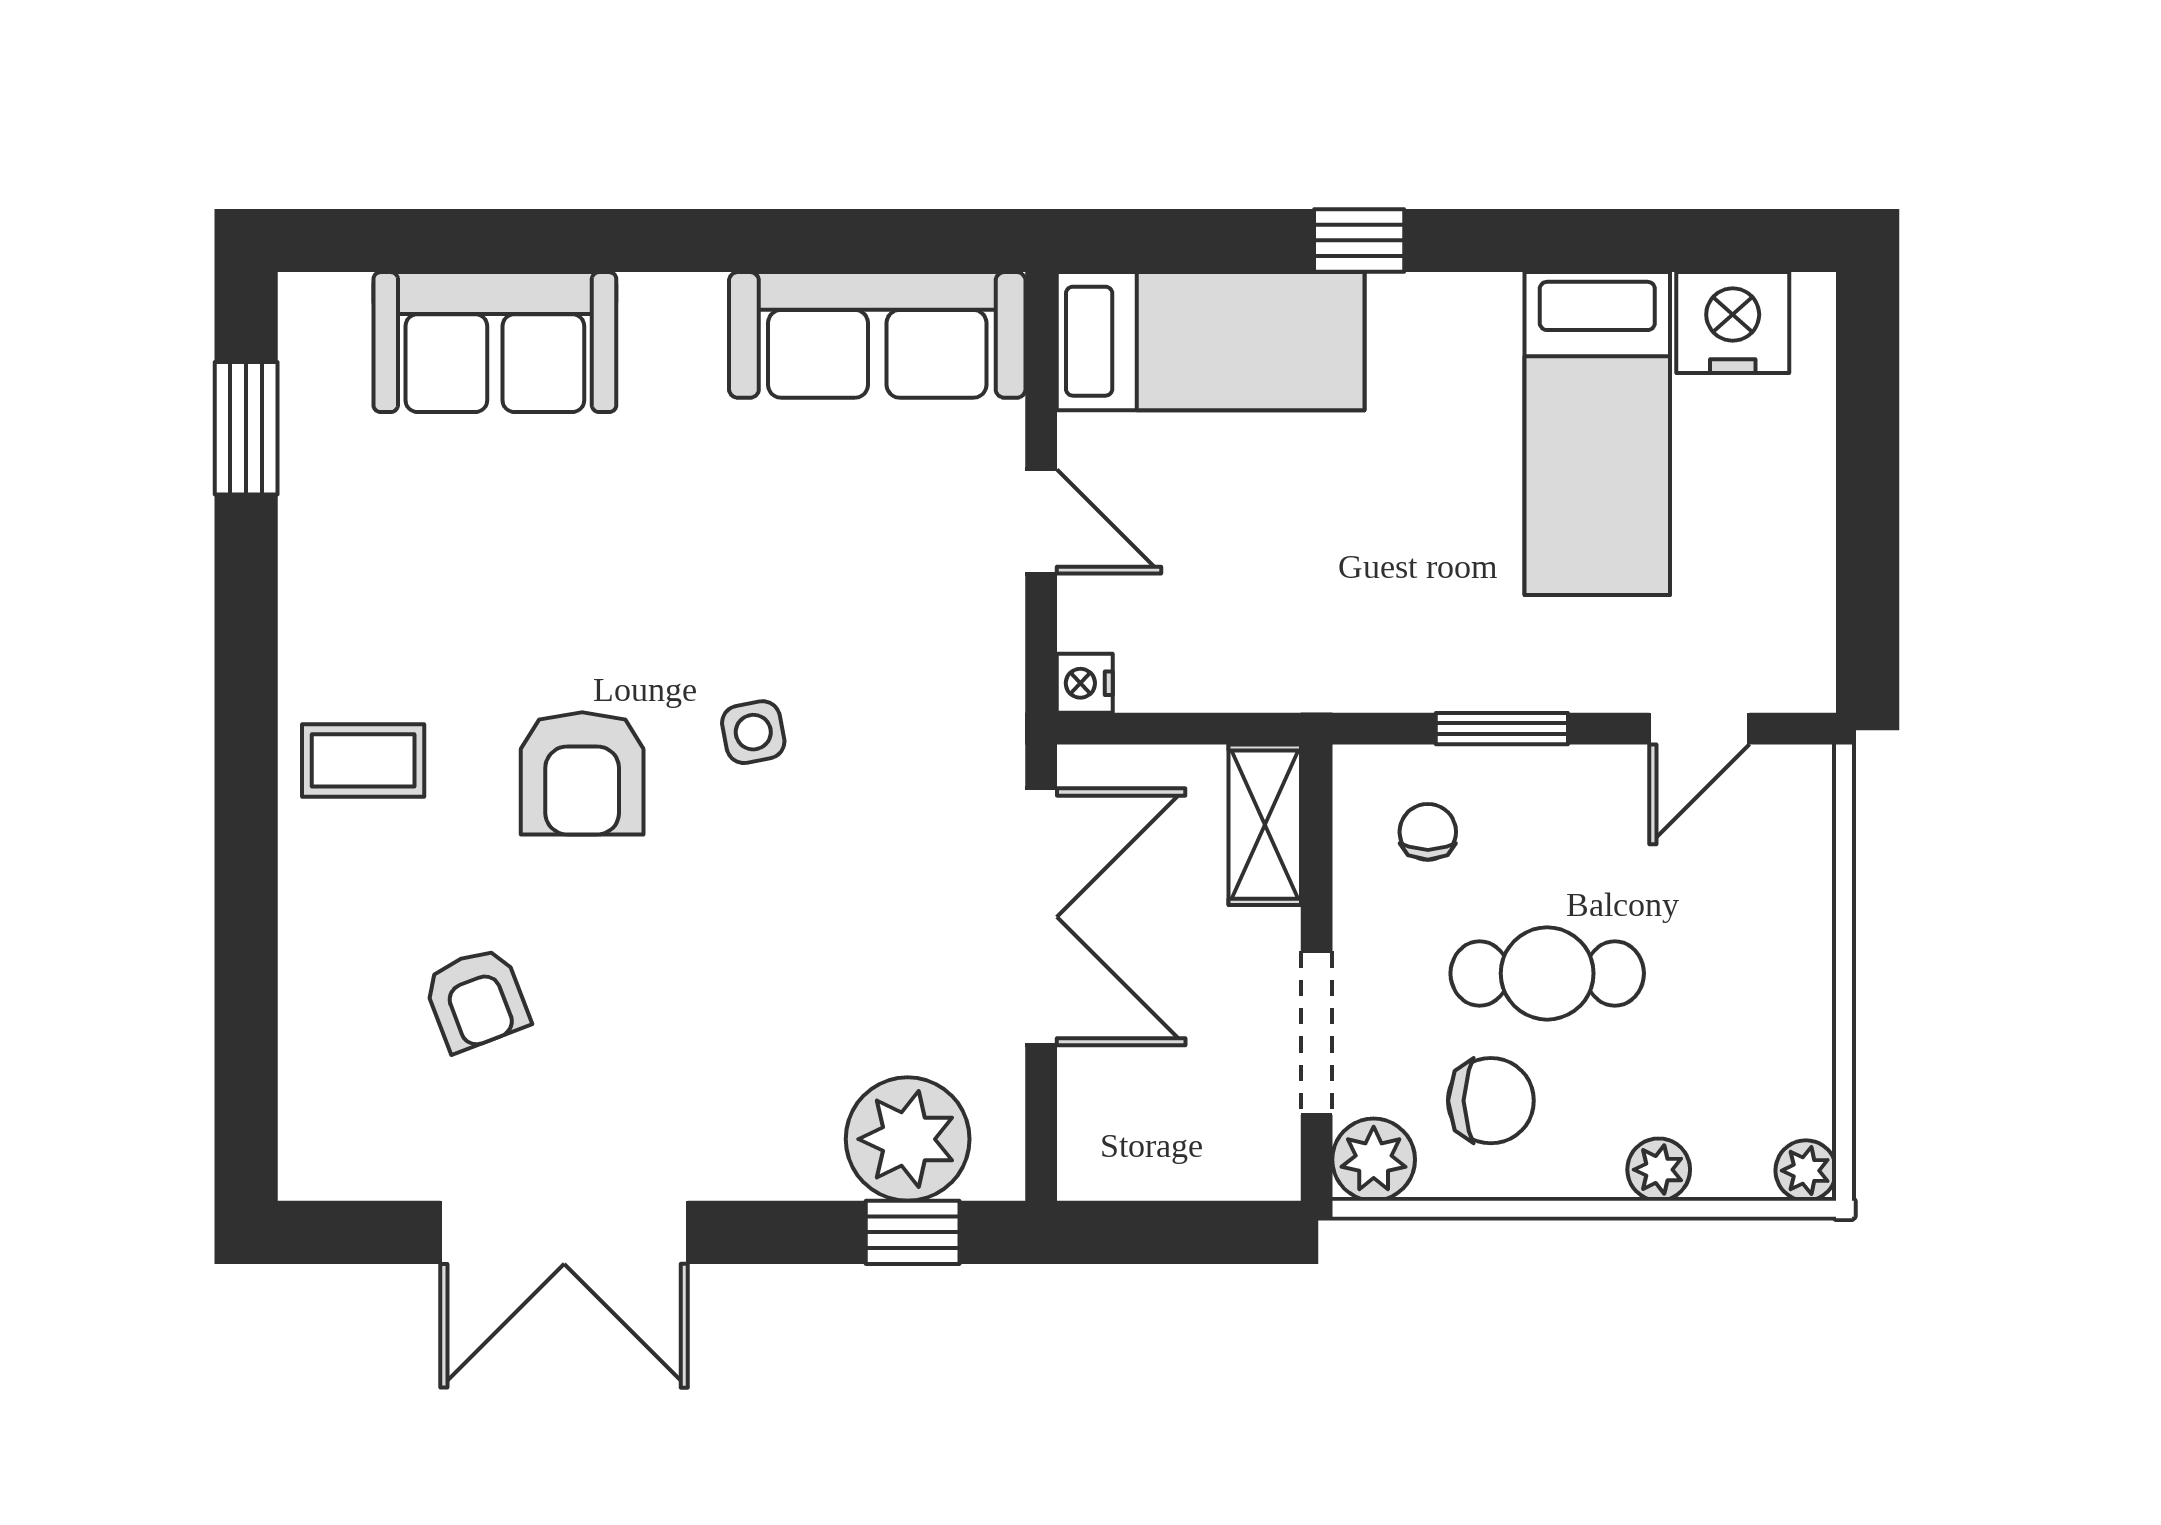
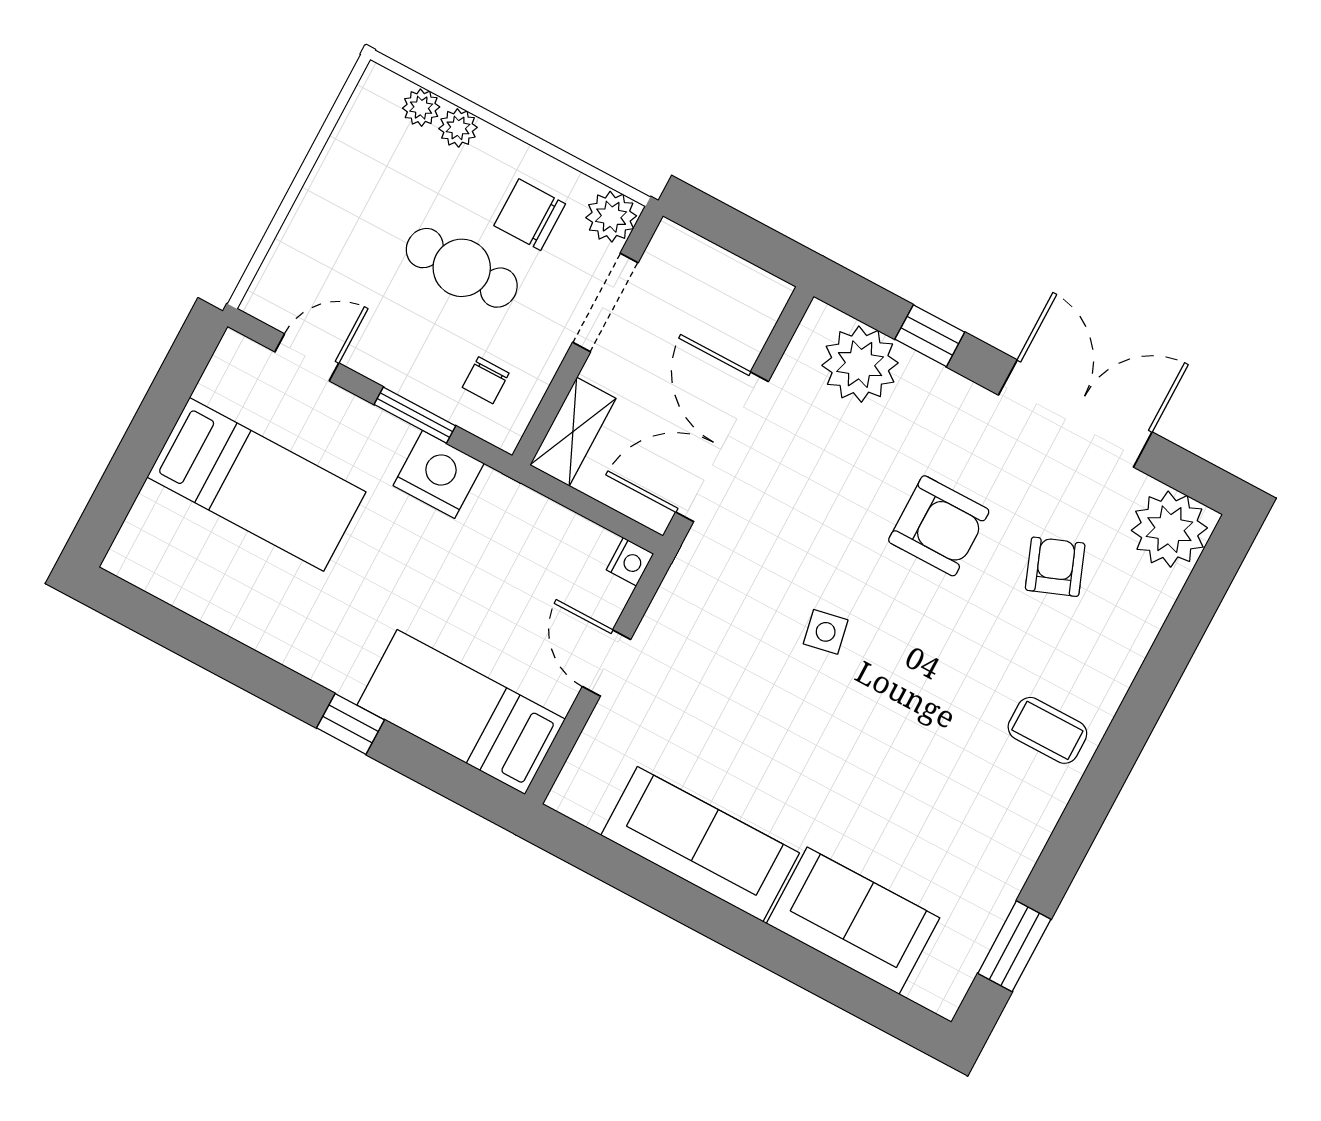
nightstand: (1733, 323) -> (439, 474), moved, turned 180
sofa: (877, 335) -> (700, 844), moved
bed: (1597, 434) -> (256, 484), moved, turned 90
armchair: (582, 773) -> (939, 526), moved, turned 90
plant: (342, 1139) -> (1169, 529), added
plant: (1806, 1171) -> (421, 108), moved
window: (913, 1232) -> (930, 336), moved

